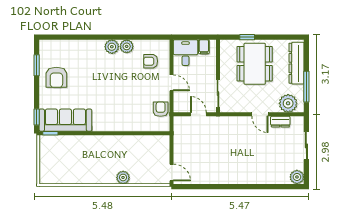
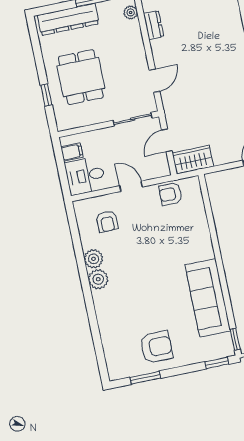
dining table: (255, 64) -> (81, 77), width x0.73
door: (172, 83) -> (131, 186), hinge flipped
plant: (288, 103) -> (131, 12), width x0.53, depth x0.53
door: (260, 114) -> (154, 81), moved
sofa: (65, 120) -> (208, 298), moved
wardrobe: (181, 130) -> (193, 160), added

